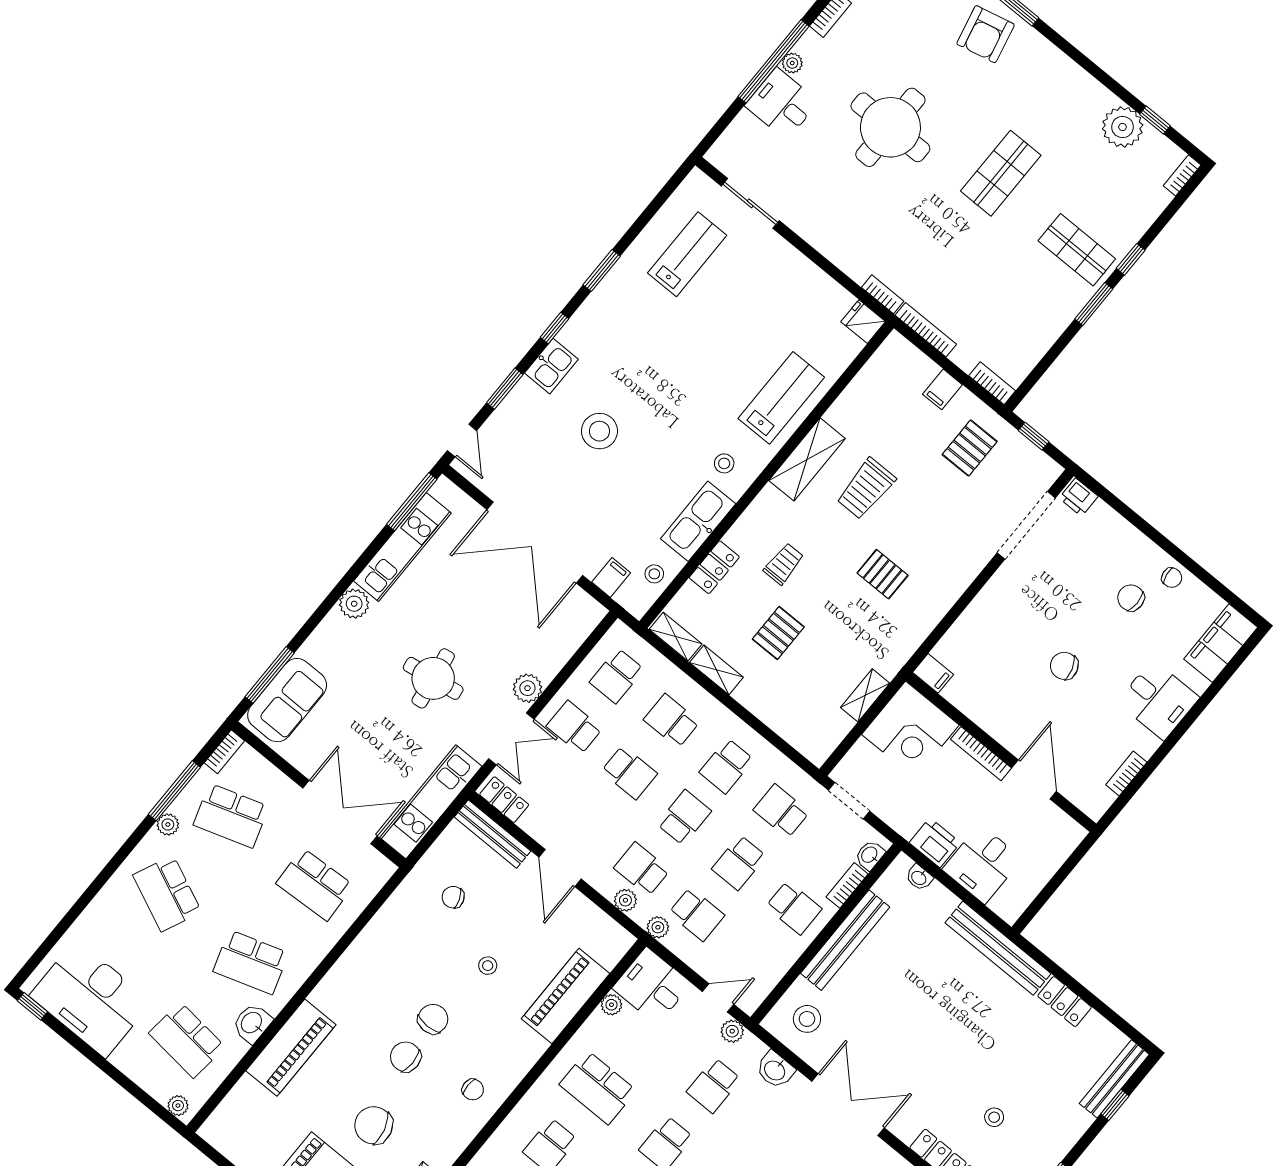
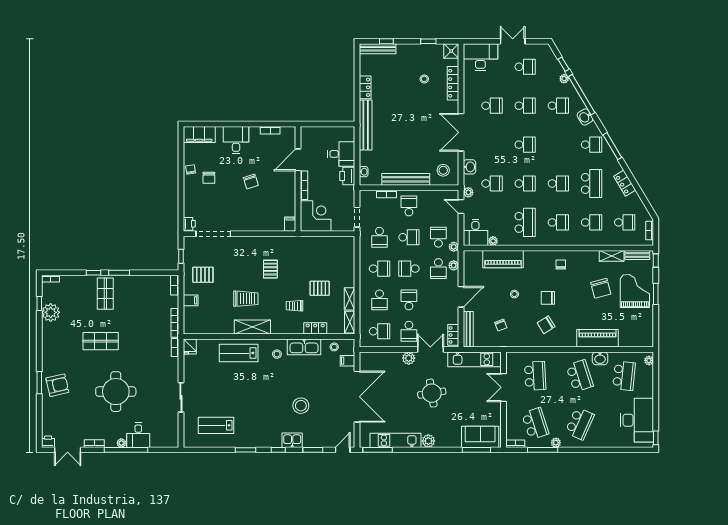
sliding door: (750, 203) -> (181, 397), moved
shelving: (865, 695) -> (317, 241), removed
double door: (340, 812) -> (503, 387), width x0.73
washbasin: (870, 855) -> (370, 195), removed
chair: (406, 1057) -> (546, 325), moved, turned 58

